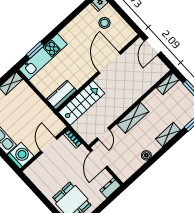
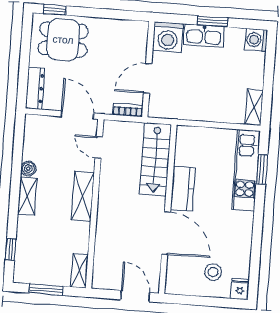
kitchen counter: (61, 95) -> (183, 189), moved
shelving: (168, 135) -> (27, 196), moved
door: (49, 145) -> (148, 78), swing flipped
dresser: (110, 188) -> (35, 88), width x1.44

